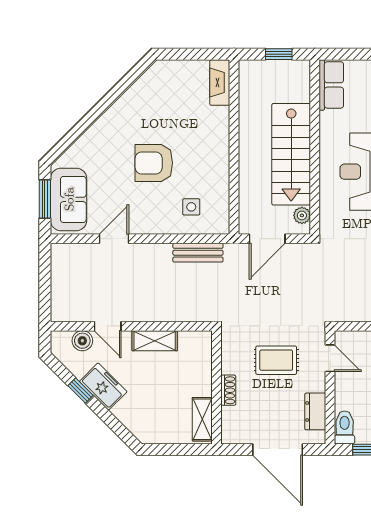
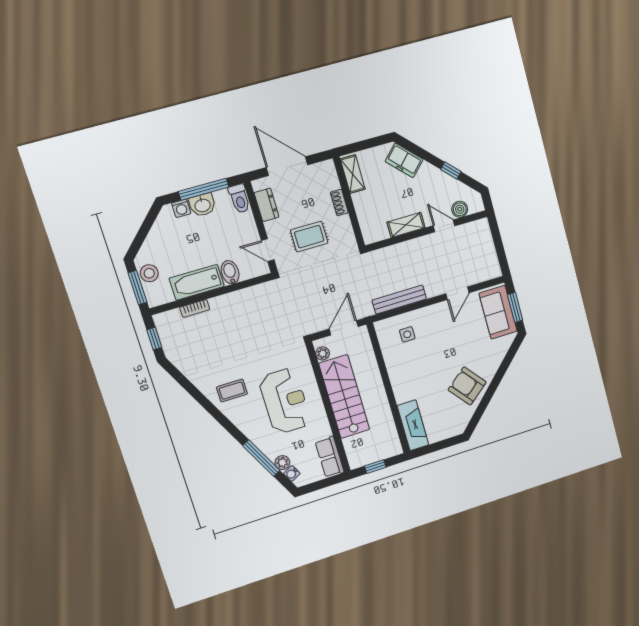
fireplace: (220, 83) -> (413, 425), width x1.37, depth x1.32
armchair: (154, 163) -> (467, 386), moved, turned -129
bench: (198, 253) -> (399, 300), width x1.36
freezer: (103, 387) -> (404, 160), moved

